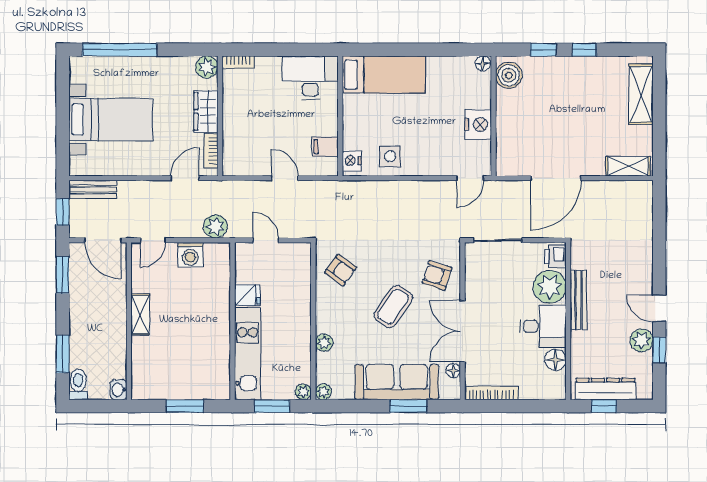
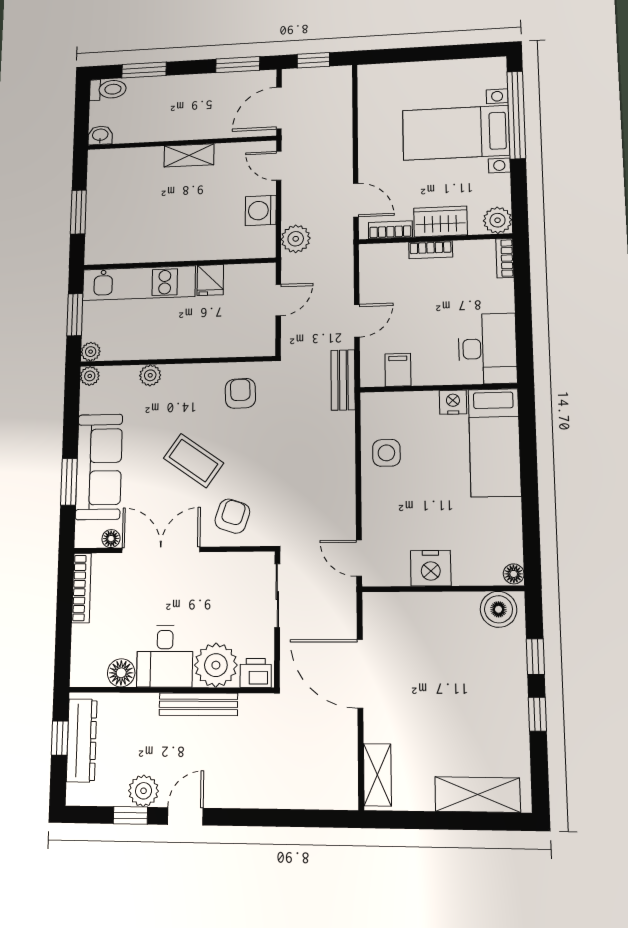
bed with nightstands: (111, 119) -> (456, 133), moved, turned 90
bookcase: (229, 120) -> (431, 250), added
nightstand: (352, 161) -> (453, 402), moved
bench: (93, 189) -> (343, 380), moved
armchair: (341, 270) -> (240, 393), turned 142

